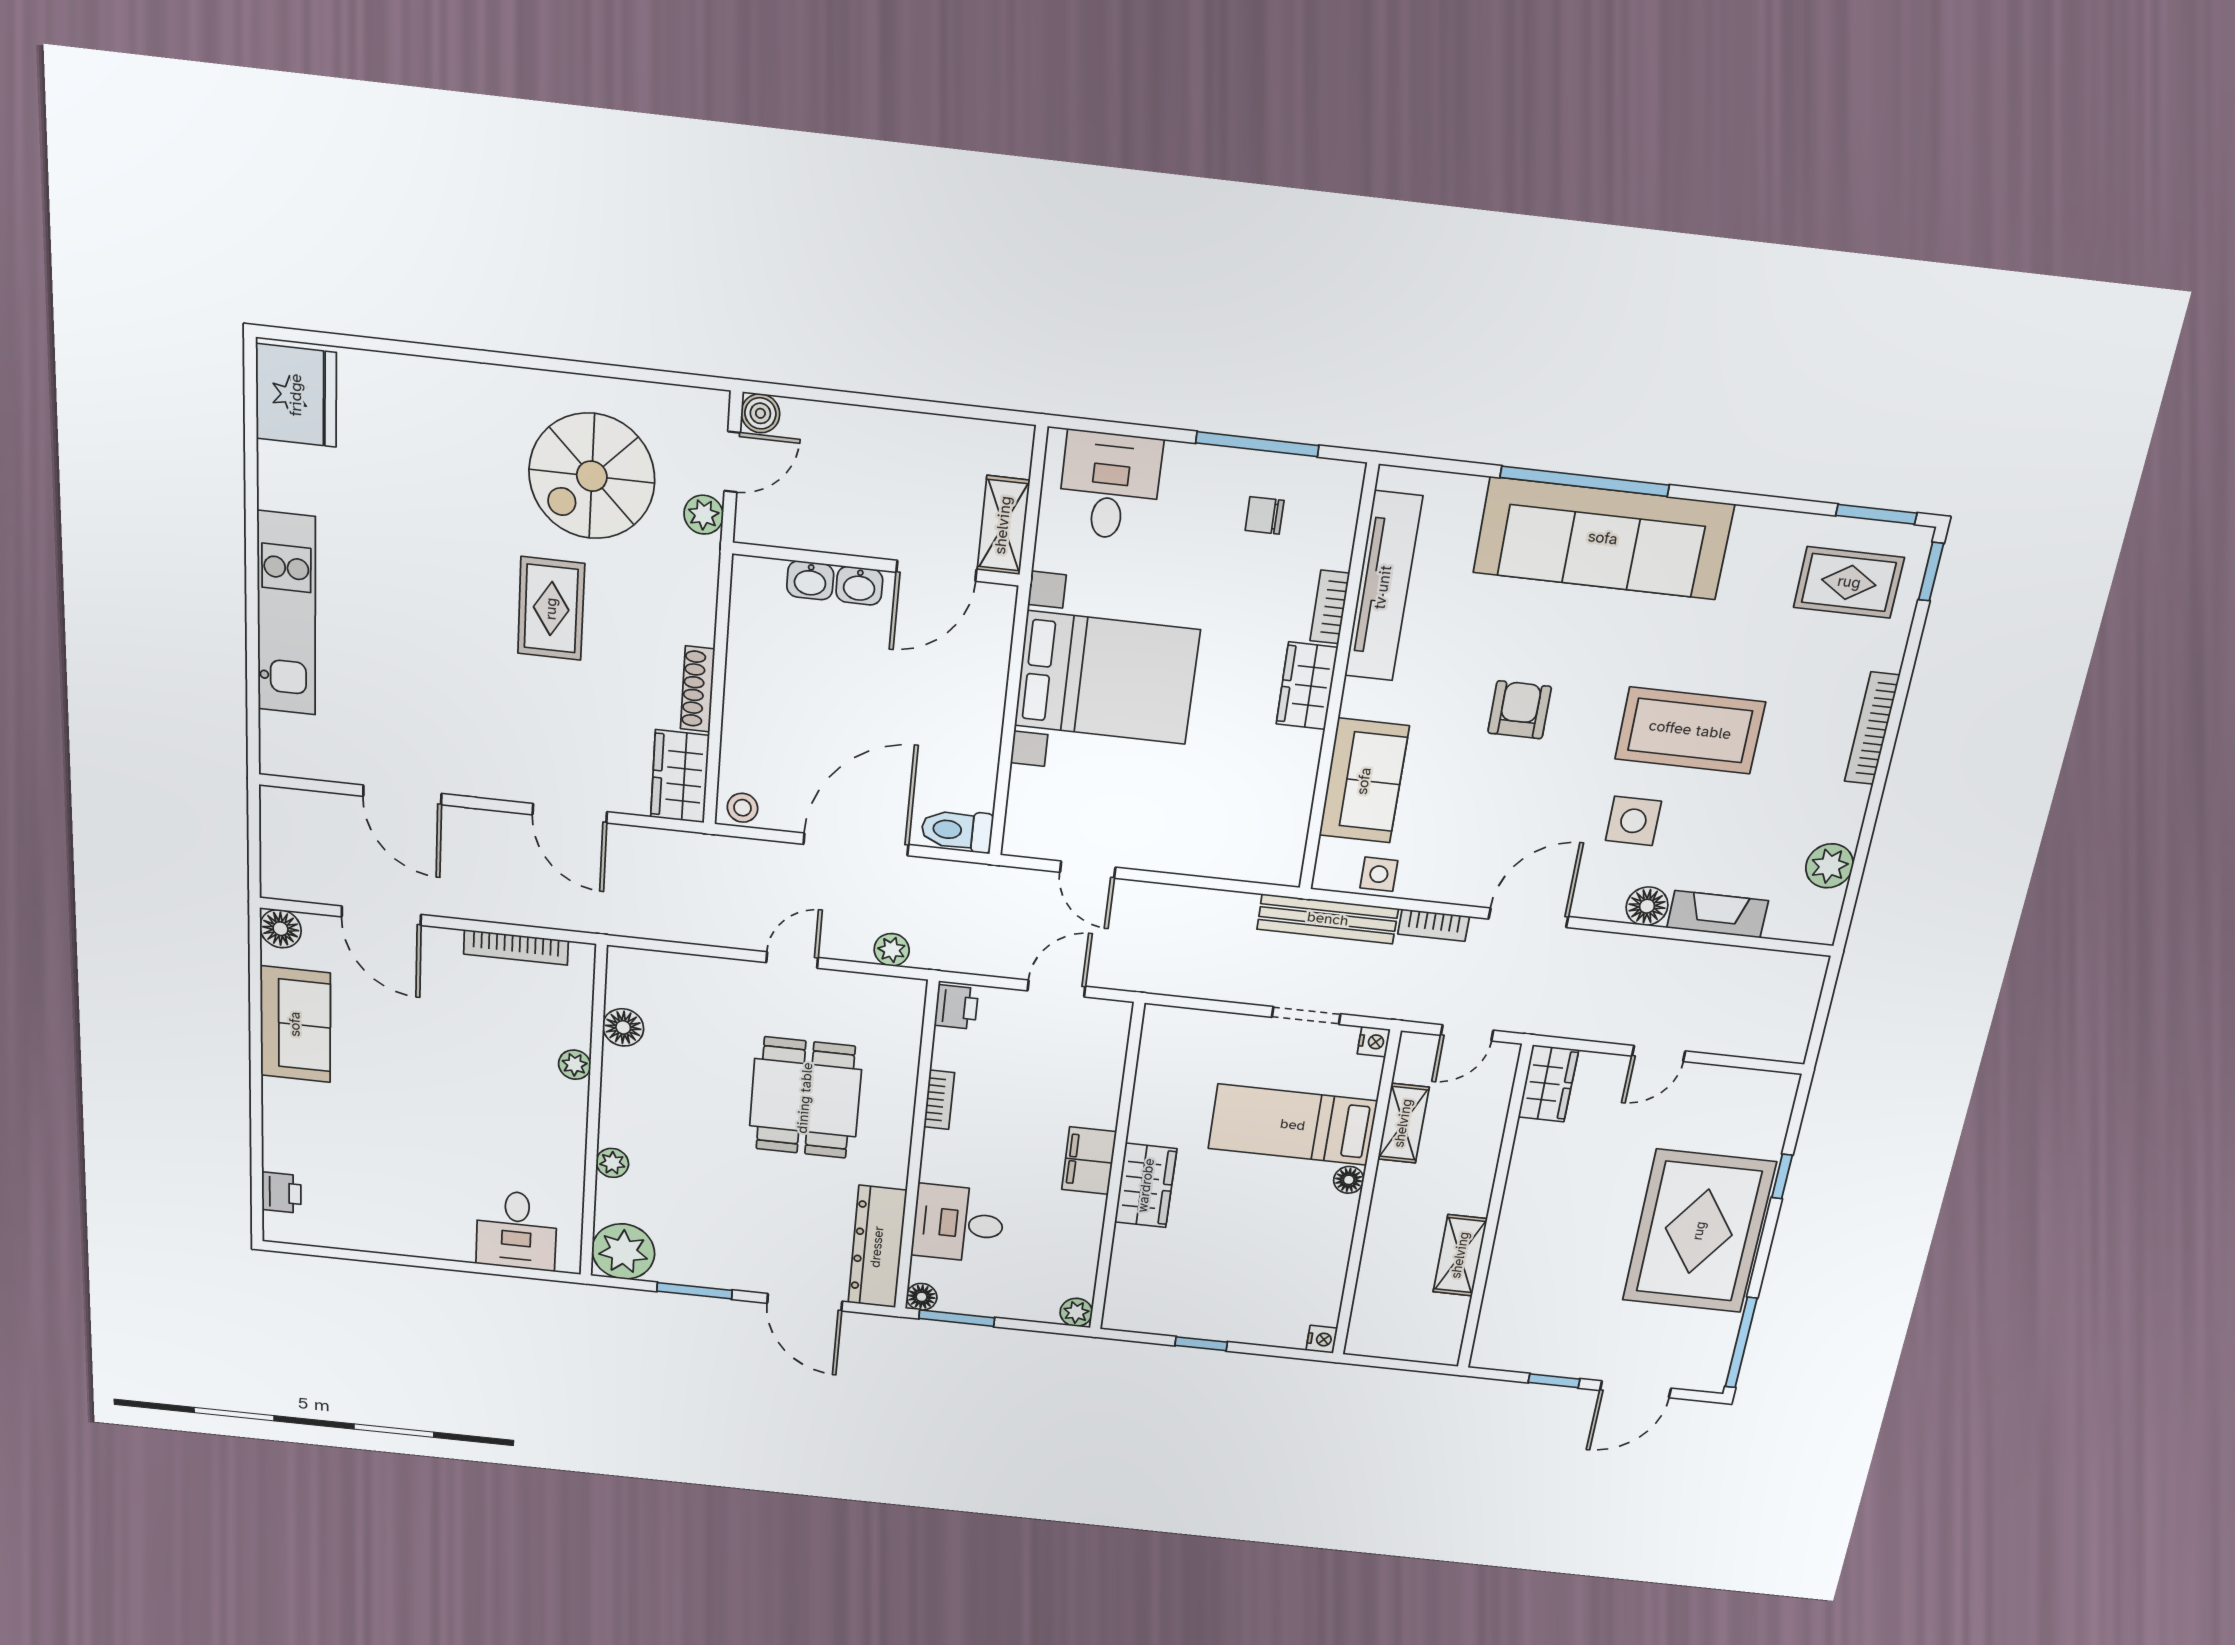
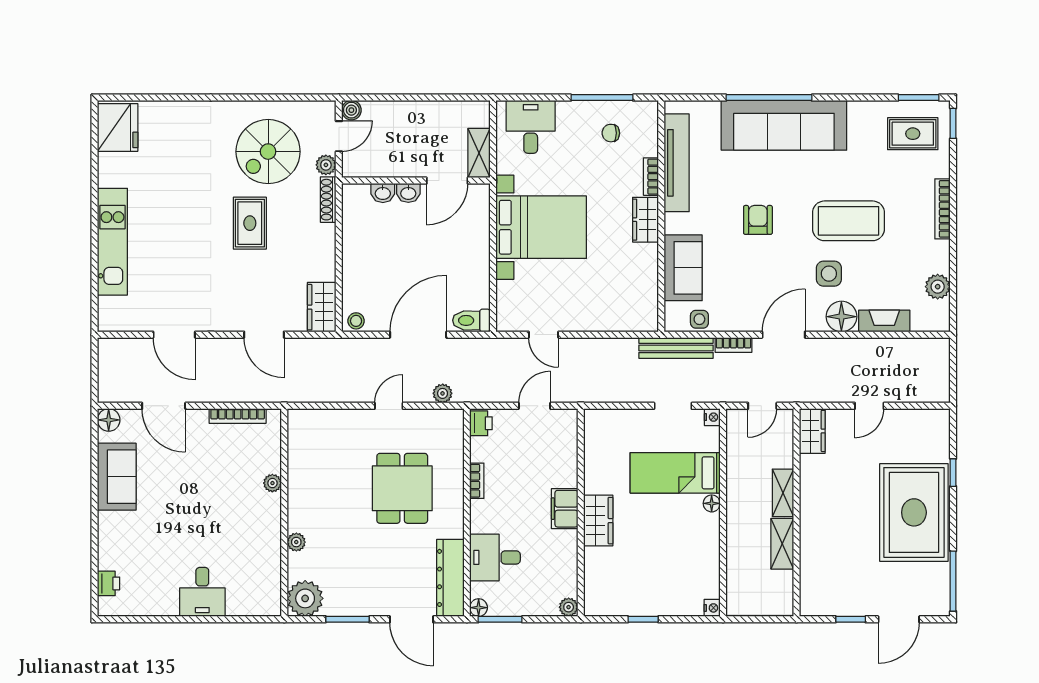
shoe rack: (698, 689) -> (328, 200), moved
floor lamp: (1647, 906) -> (841, 317), width x1.38, depth x1.38
floor lamp: (623, 1027) -> (298, 457), removed
shelving: (1403, 1123) -> (783, 493), moved
desk: (516, 1230) -> (202, 592), moved

